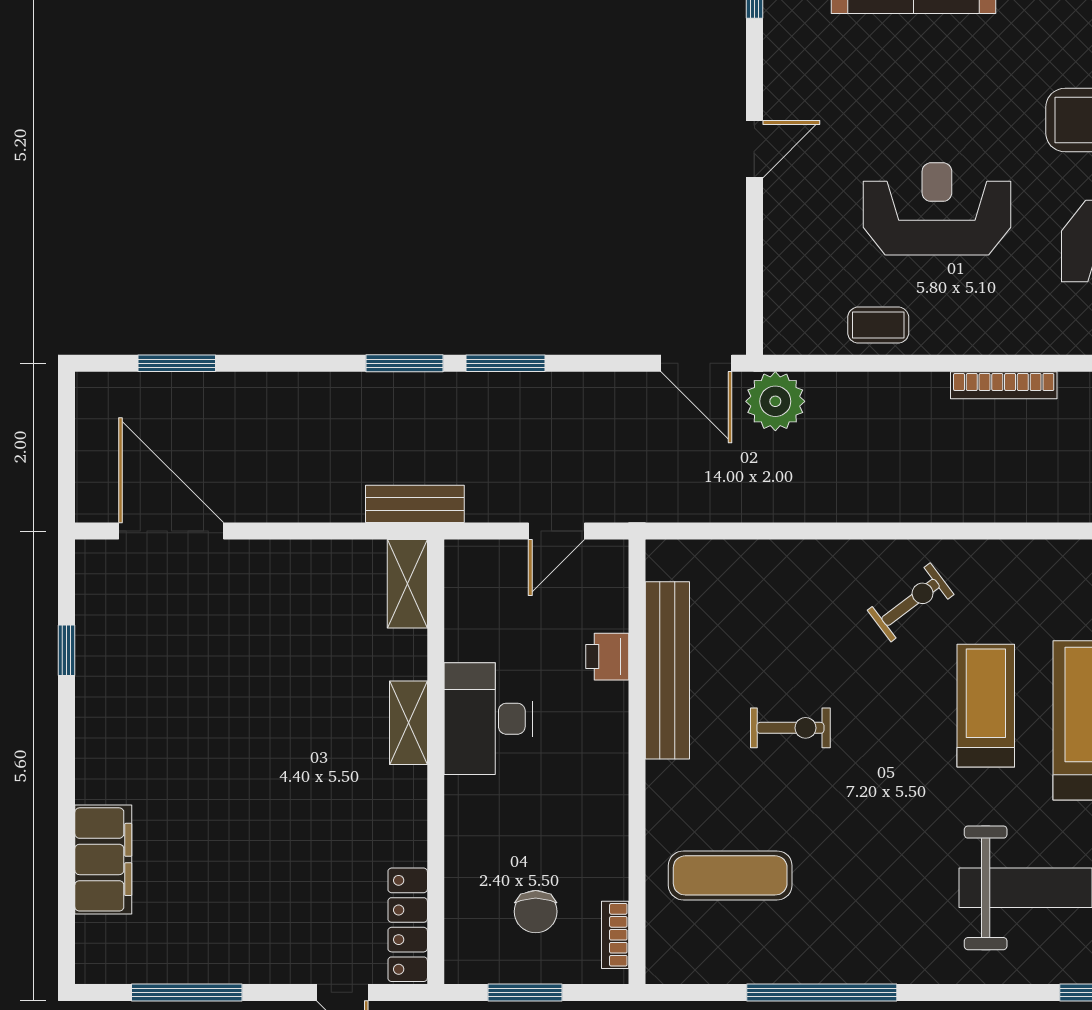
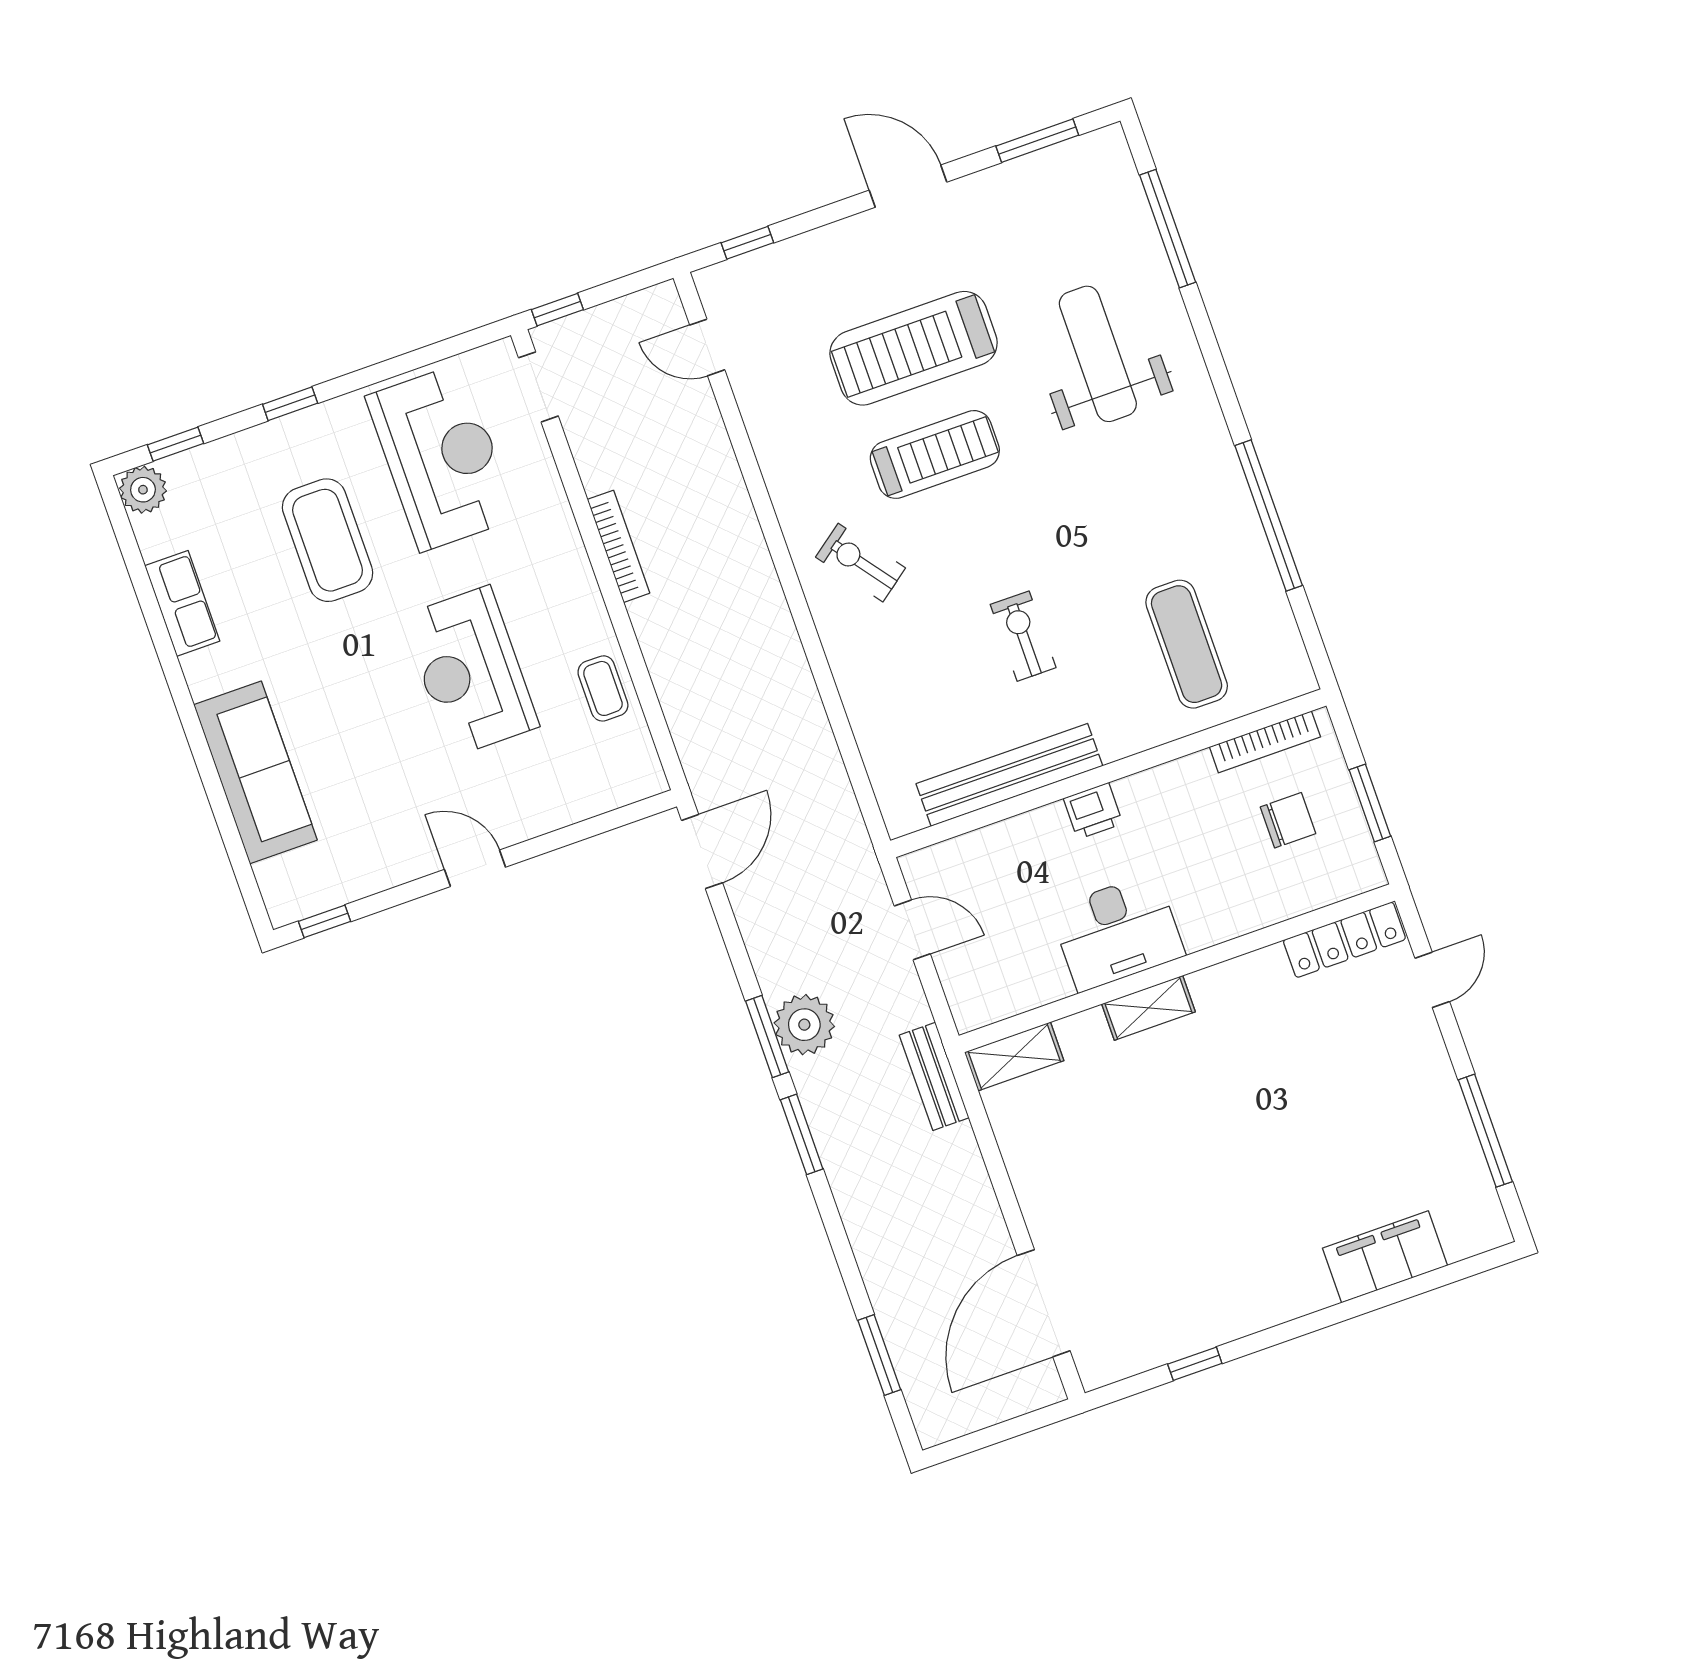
plant: (775, 401) -> (804, 1025), moved
printer: (607, 657) -> (1093, 811), moved
treadmill: (986, 706) -> (935, 454), turned 180
bookcase: (615, 935) -> (1265, 742), width x1.56

